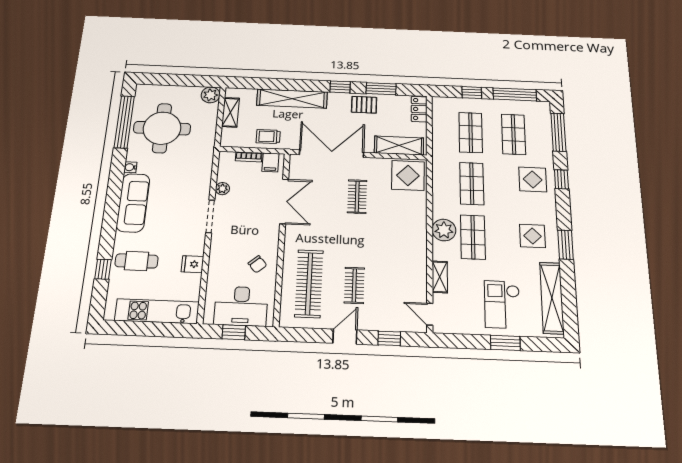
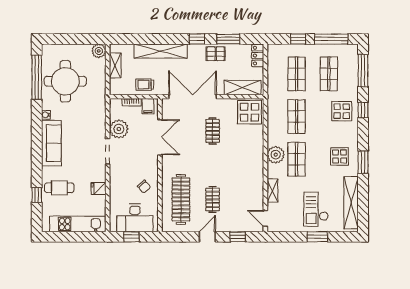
plant: (222, 189) -> (119, 129), width x1.88, depth x1.88

